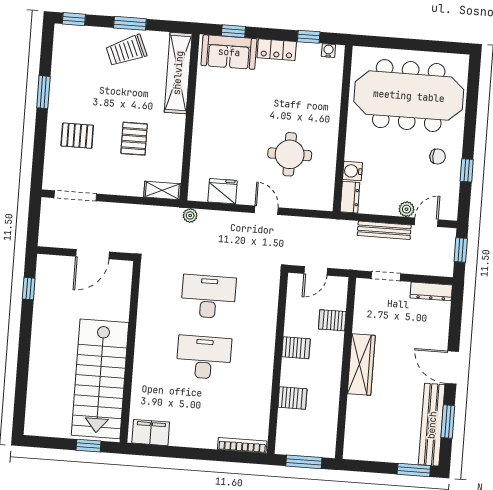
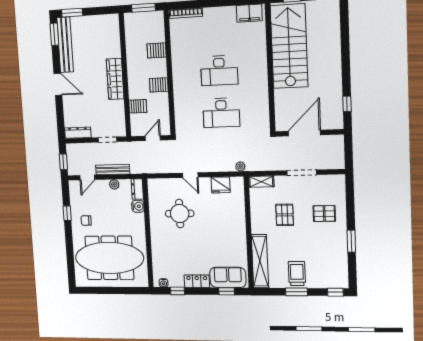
trolley: (126, 51) -> (297, 274), turned -67
doorway: (75, 196) -> (302, 173), moved
plant: (407, 209) -> (114, 184), moved
door: (92, 254) -> (304, 133), width x1.36
window: (448, 422) -> (54, 34), moved

